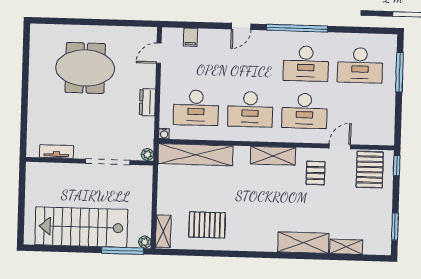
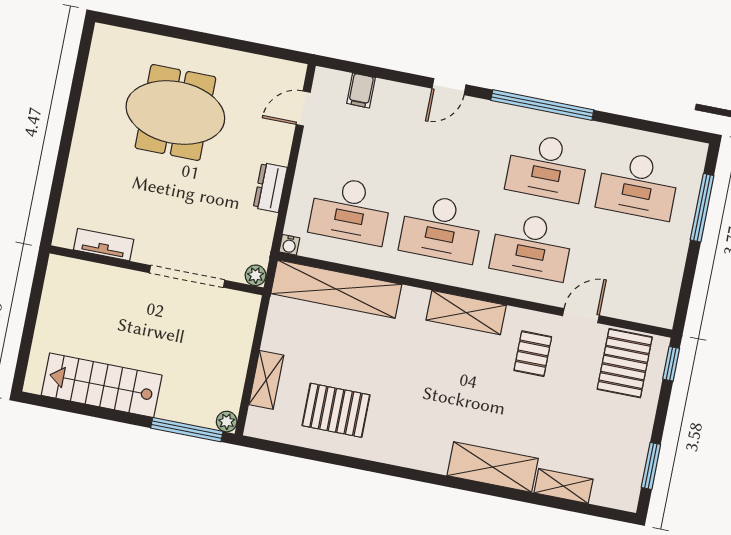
stairs: (81, 227) -> (102, 385), width x0.73, depth x0.66
shelving: (163, 231) -> (266, 380), moved

